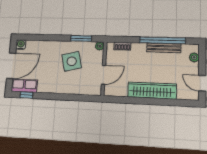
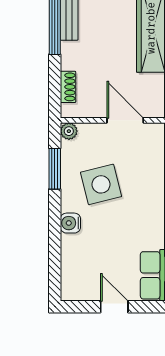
water cooler: (21, 45) -> (70, 223), moved
door: (11, 66) -> (114, 307), width x0.53

